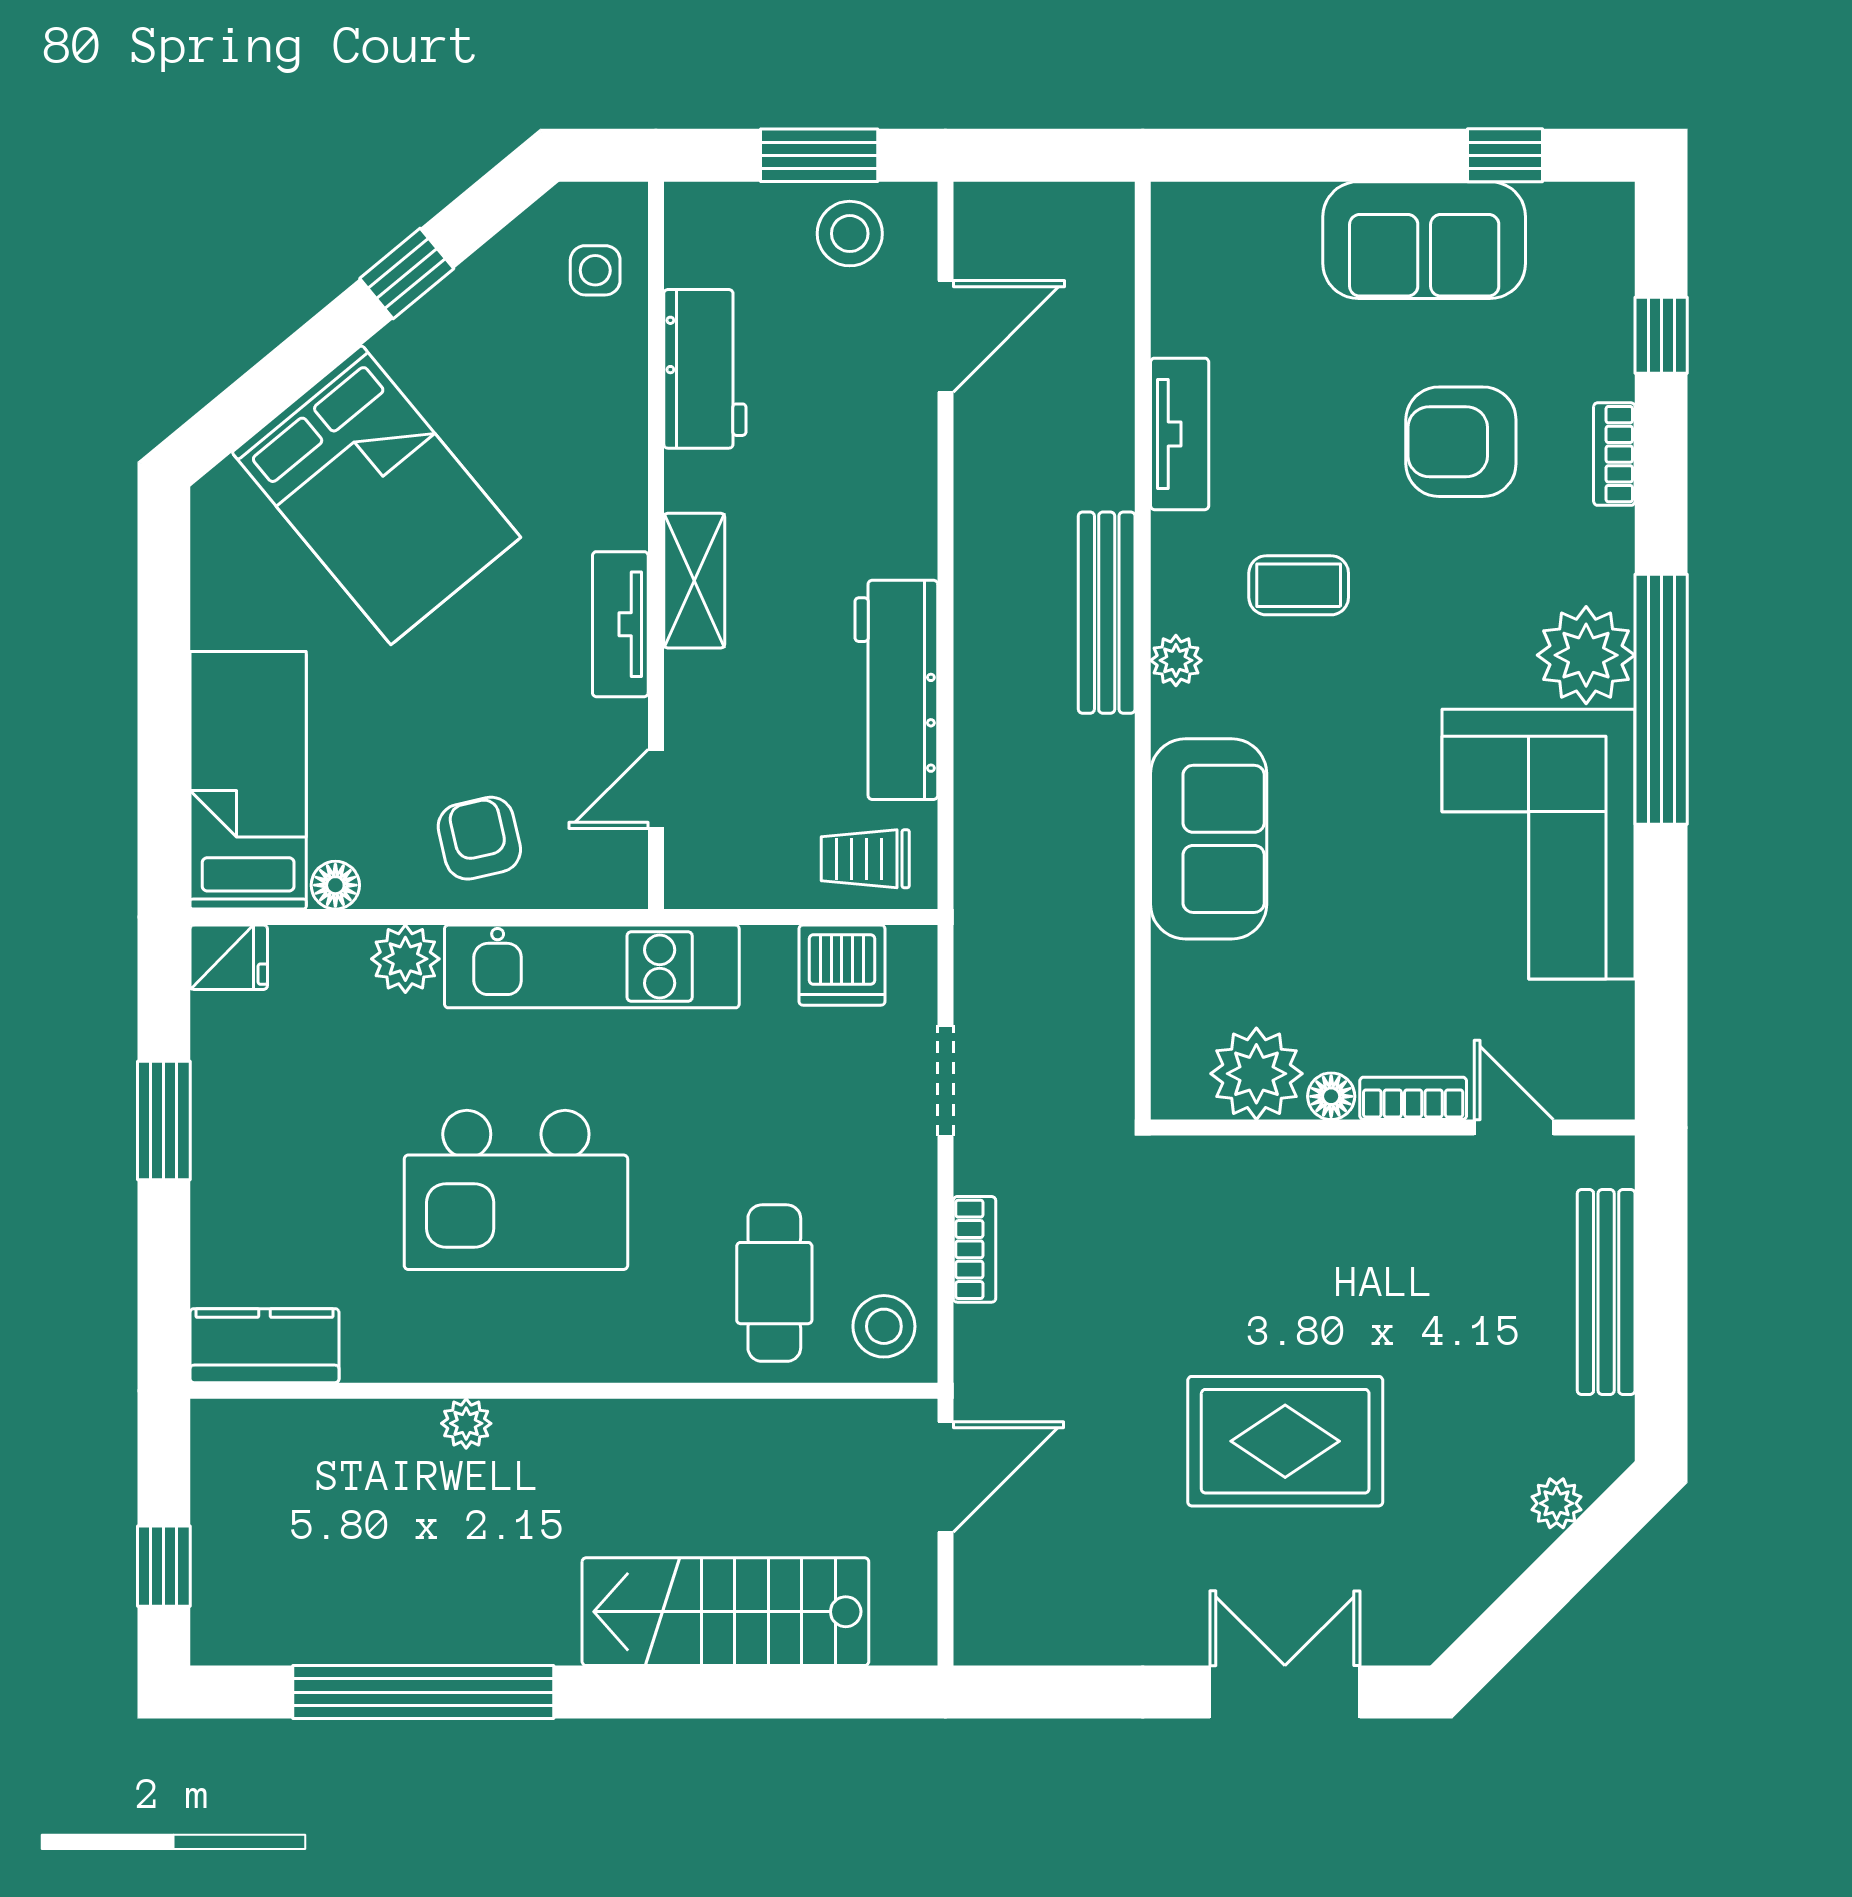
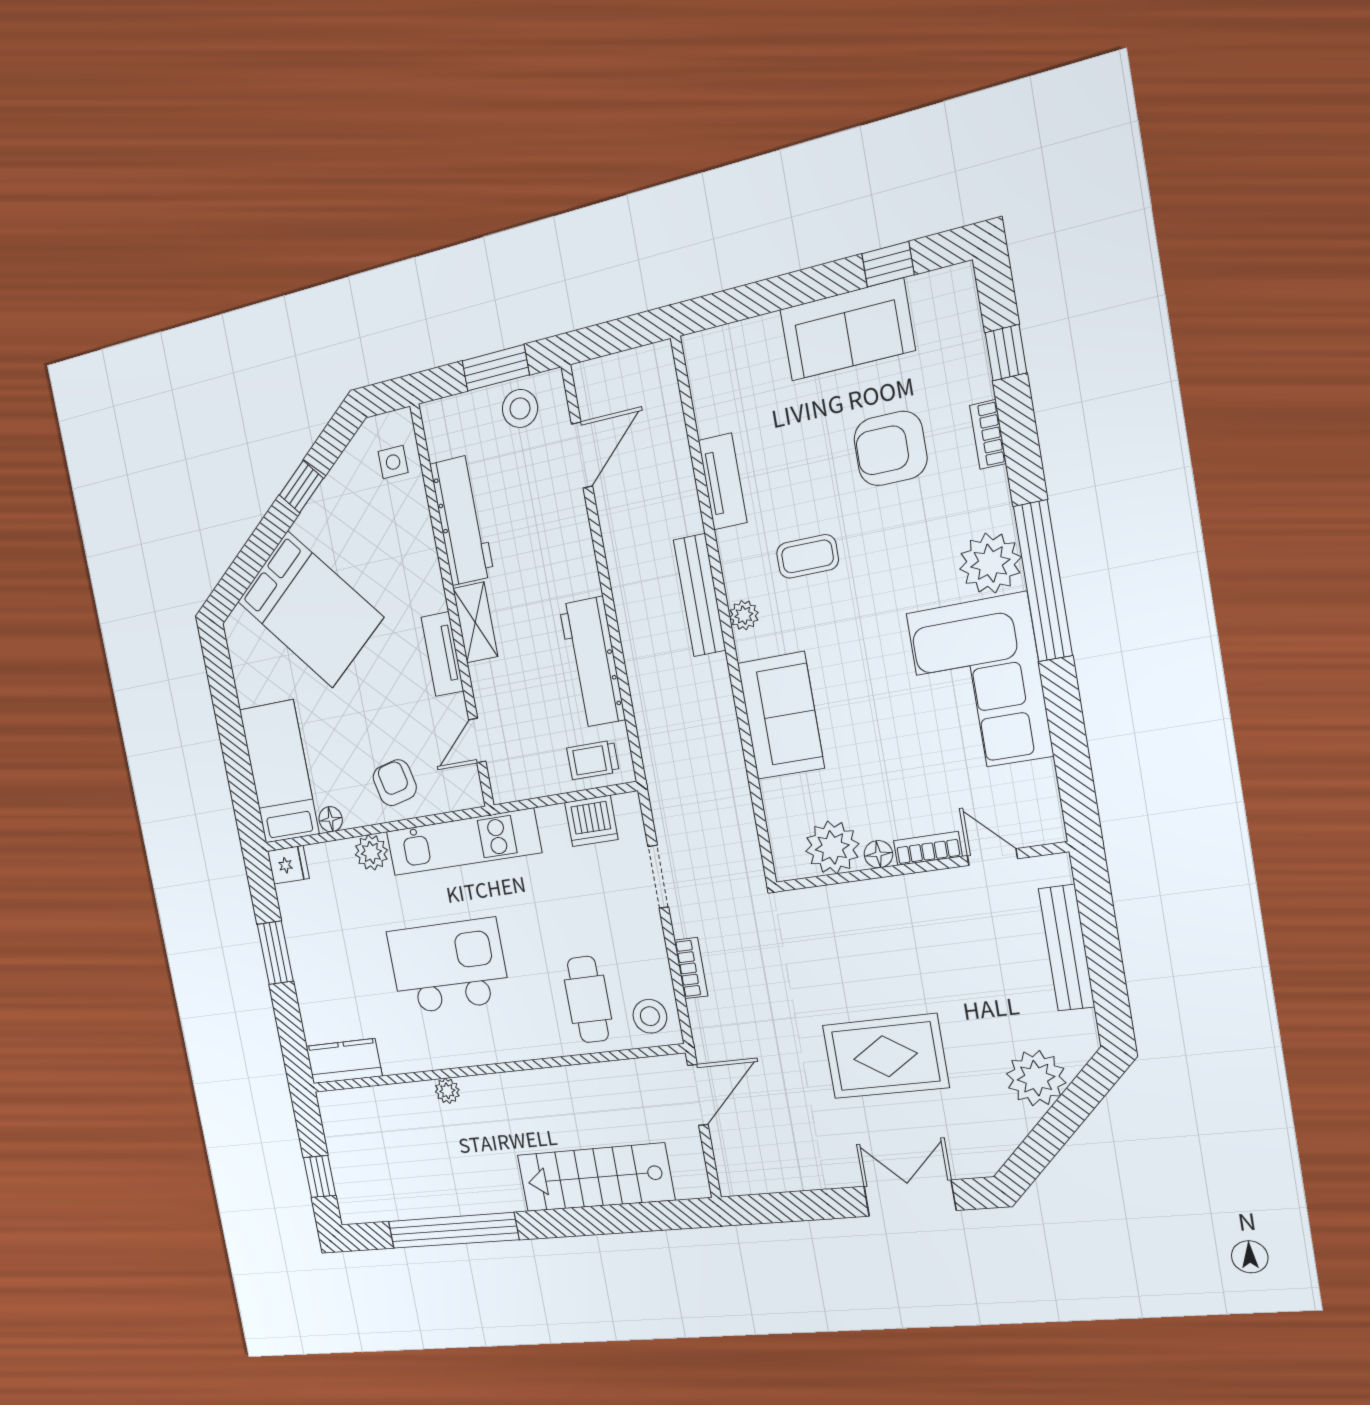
workbench: (705, 369) -> (462, 520), width x1.37
kitchen island: (516, 1190) -> (448, 966), turned 180
plant: (1557, 1503) -> (1036, 1078), width x1.87, depth x1.87

